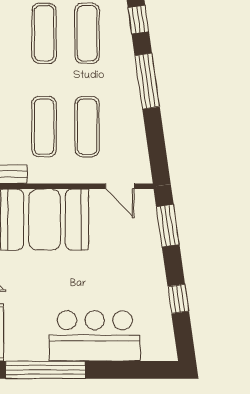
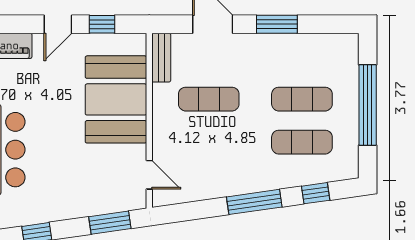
exercise mat: (87, 127) -> (209, 142), removed
door: (120, 186) -> (149, 175), swing flipped

